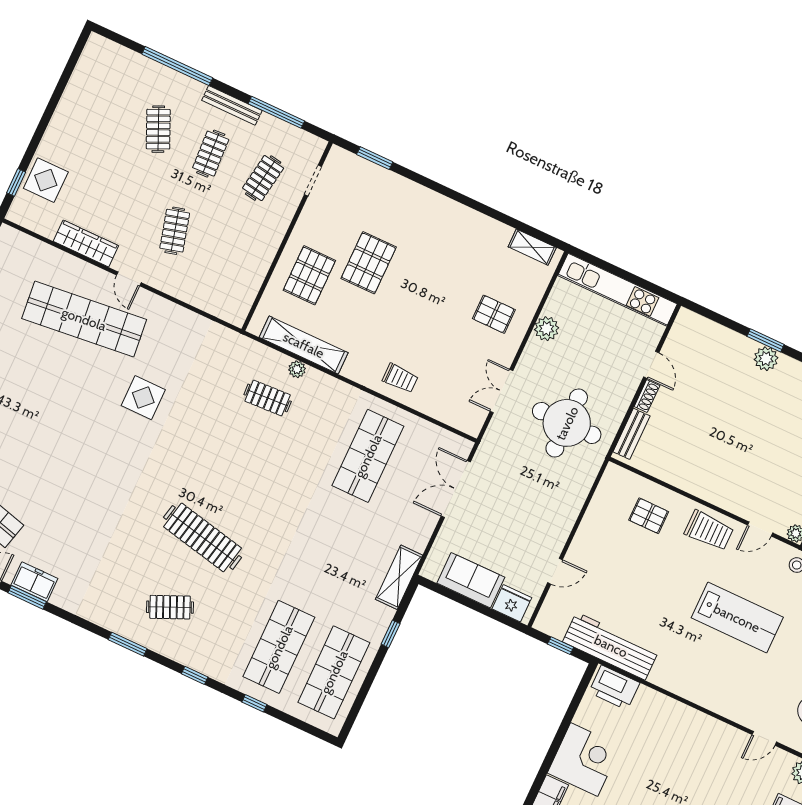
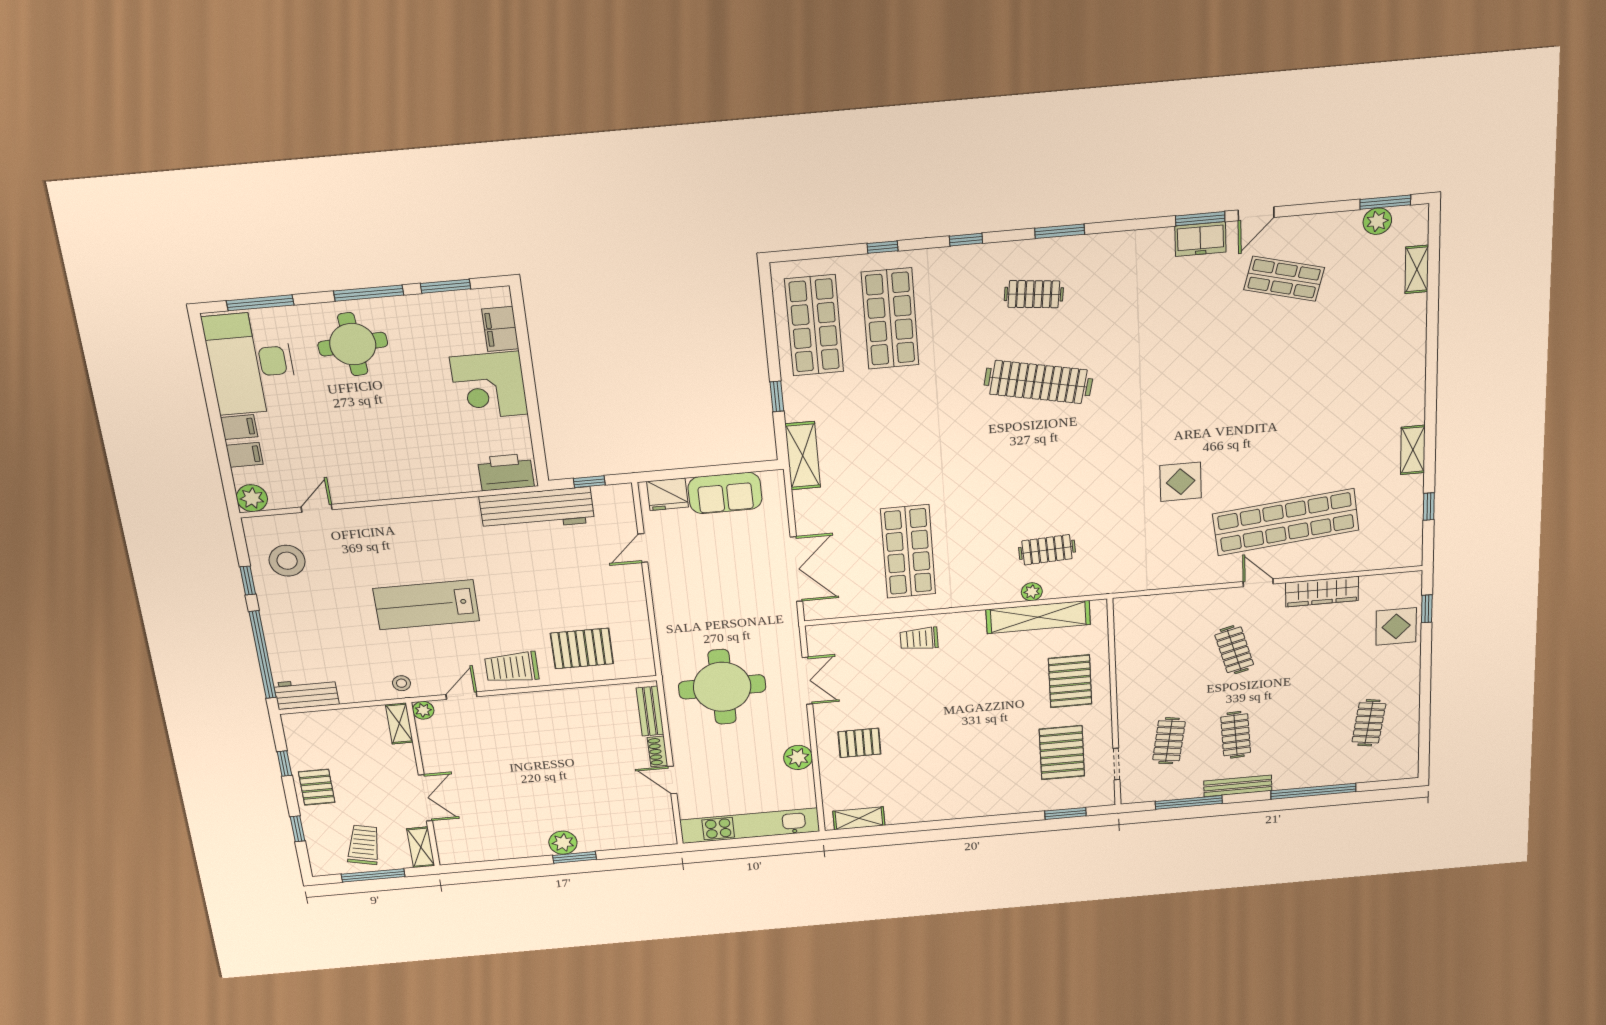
clothes rail: (158, 129) -> (1369, 723), moved, turned 33
pallet: (369, 263) -> (1062, 753), moved
pallet: (649, 516) -> (582, 648), width x1.50, depth x1.42
clothes rail: (170, 607) -> (1034, 294), turned 30

